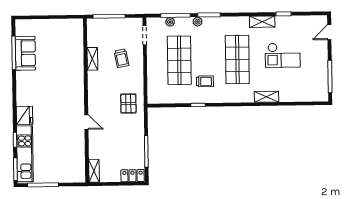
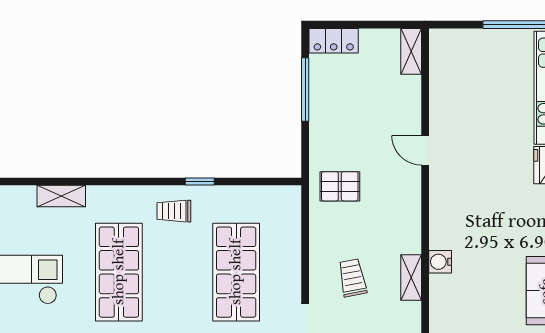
water cooler: (78, 67) -> (440, 262), added
trolley: (205, 81) -> (174, 211), moved
pallet: (128, 104) -> (340, 186), turned 90

